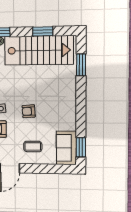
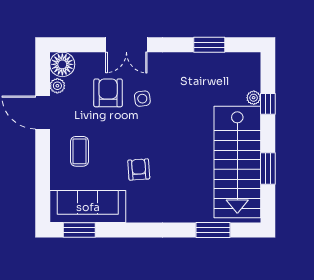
armchair: (29, 111) -> (139, 169), moved
sofa: (66, 148) -> (88, 207), width x1.36

